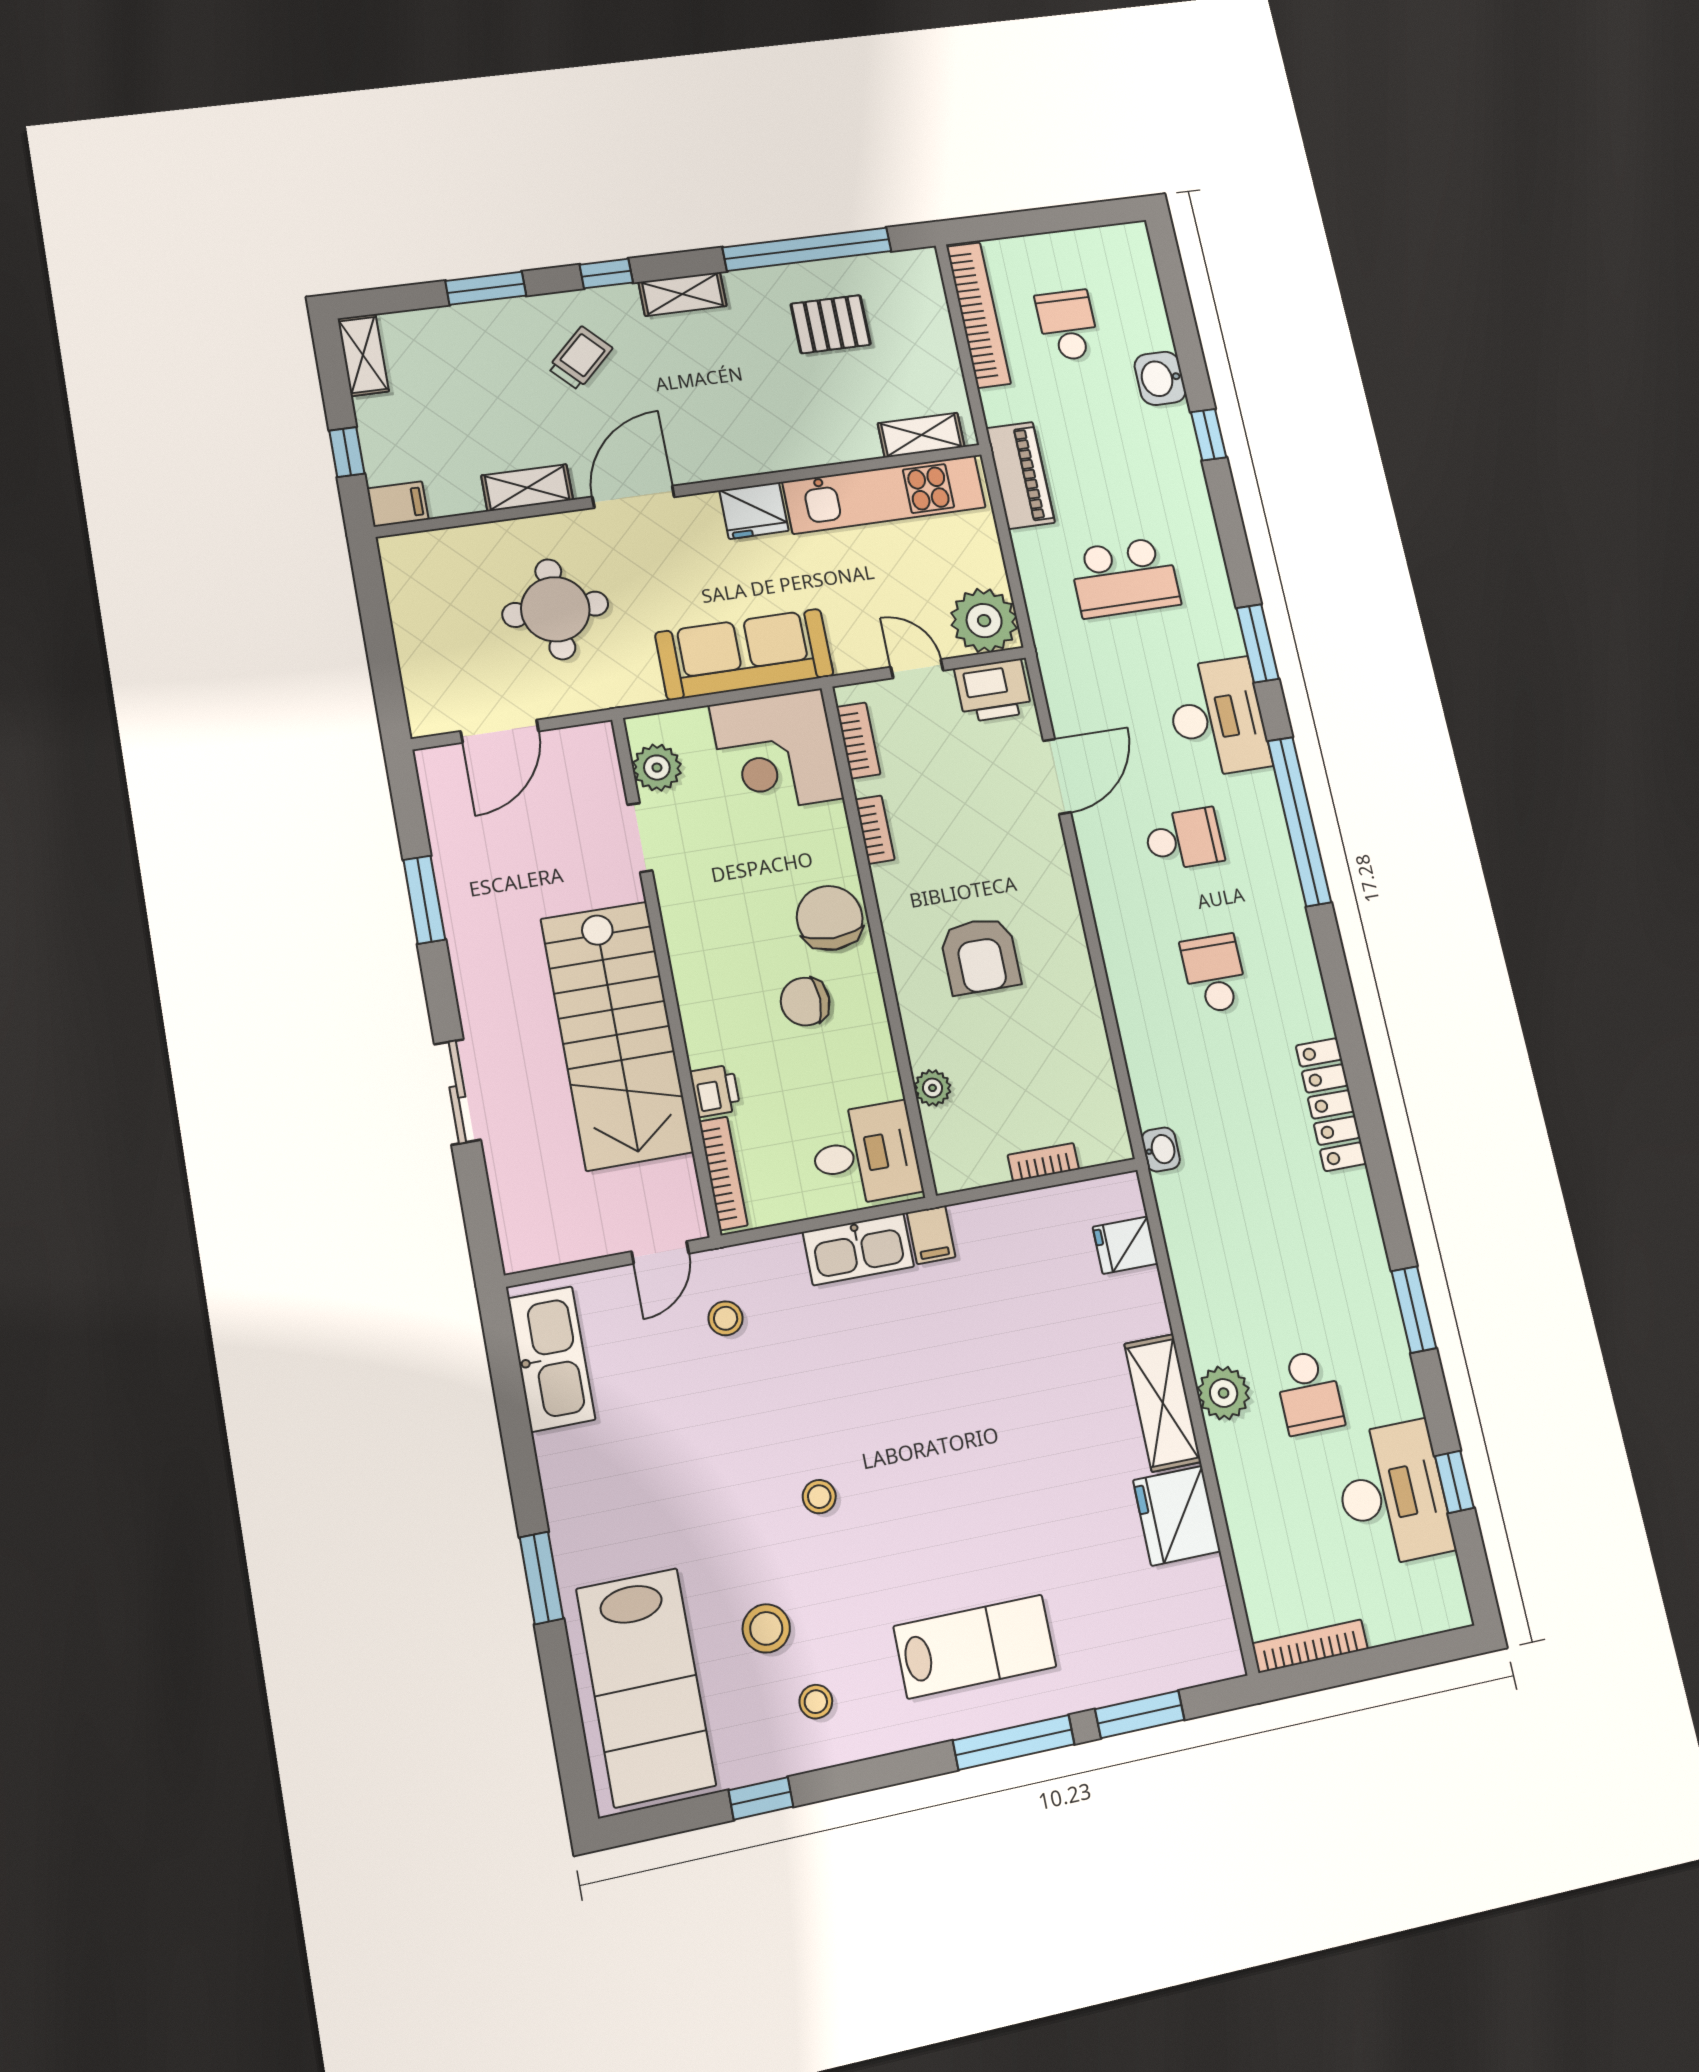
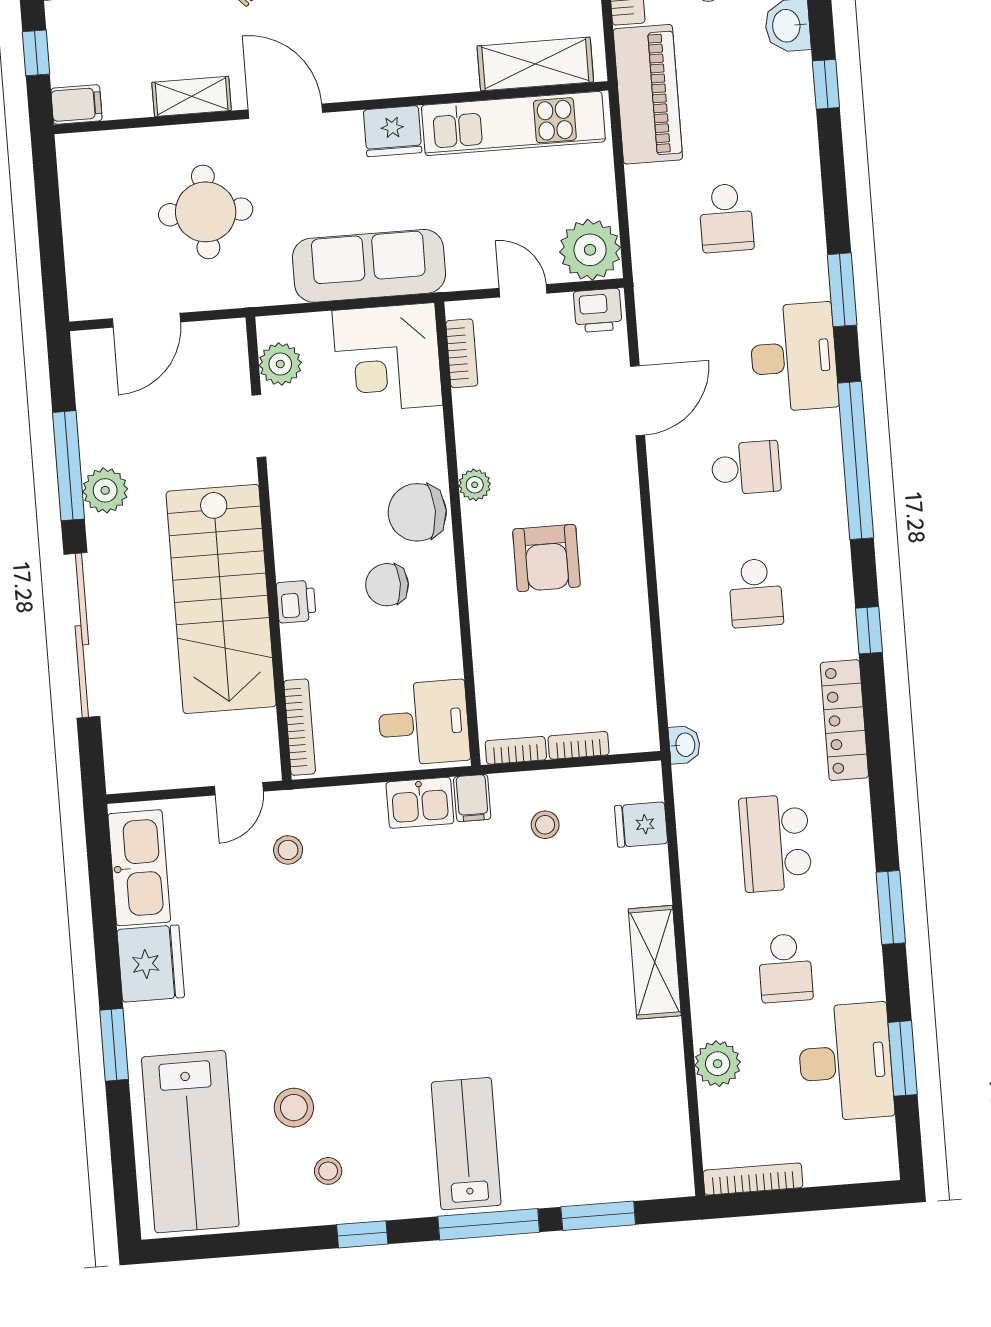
shelving: (921, 435) -> (535, 64), width x1.50, depth x1.33
piano: (1020, 475) -> (648, 94), width x1.37, depth x1.33
door: (633, 497) -> (285, 111), hinge flipped
school desk: (1125, 578) -> (726, 218), width x0.54
printer: (993, 691) -> (598, 311), width x0.73, depth x0.81
bookcase: (875, 830) -> (516, 750), moved, turned -90
window: (424, 900) -> (69, 466), width x1.44
chair: (830, 918) -> (417, 512), turned -90
plant: (470, 924) -> (105, 490), added
school desk: (1214, 974) -> (756, 593), turned 180
window: (1342, 1003) -> (869, 630), added
plant: (932, 1088) -> (475, 485), moved
printer: (715, 1091) -> (296, 601), moved
sliding door: (457, 1092) -> (82, 635), width x1.86
kitchen sink: (858, 1249) -> (420, 803), width x0.73
school desk: (1277, 1250) -> (775, 843), added
plant: (1224, 1393) -> (718, 1064), moved
window: (1454, 1482) -> (903, 1058), width x1.50
stool: (819, 1497) -> (545, 825), moved
fridge: (1177, 1516) -> (151, 964), moved, turned 180
lab bench: (975, 1647) -> (466, 1144), turned -90
window: (761, 1798) -> (362, 1234), moved

